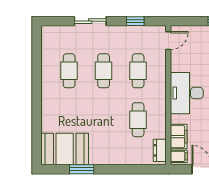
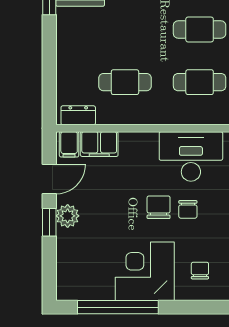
desk: (187, 93) -> (191, 156), moved

